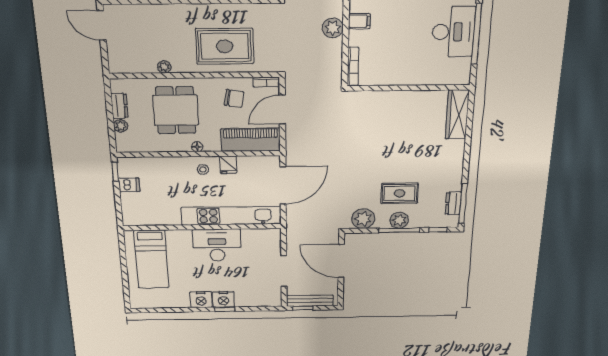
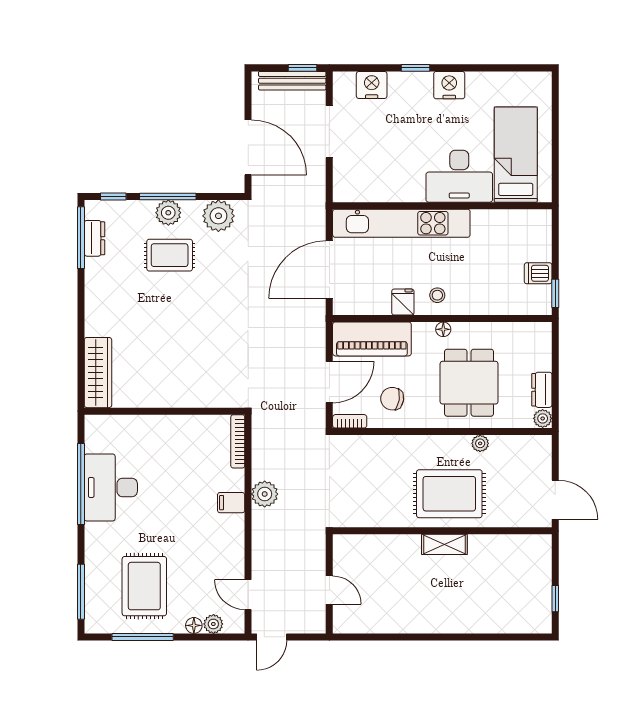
rug: (225, 46) -> (449, 494), moved
plant: (121, 126) -> (543, 418), moved
desk: (217, 245) -> (459, 176), moved
nightstand: (224, 299) -> (372, 85), moved

